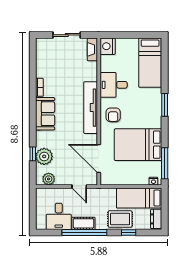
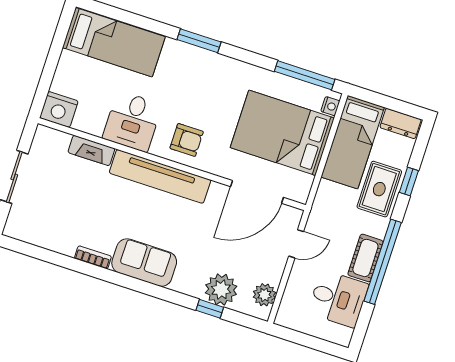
fireplace: (92, 49) -> (91, 150), moved
bed: (138, 145) -> (282, 133), moved, turned 90

